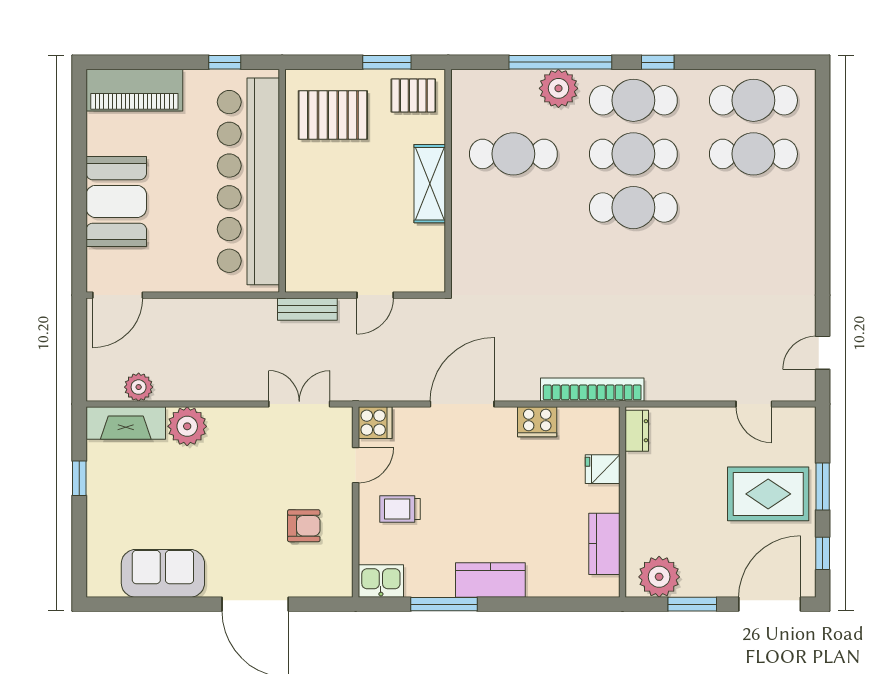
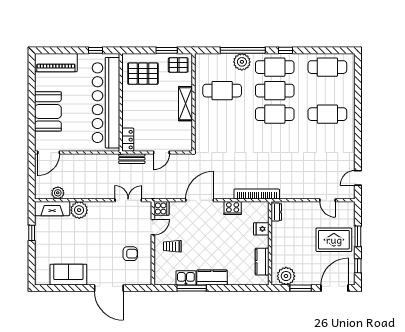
cafe table: (753, 154) -> (327, 114), moved
locker: (298, 266) -> (128, 140), added
kitchen sink: (381, 581) -> (186, 278), moved

